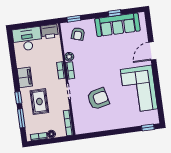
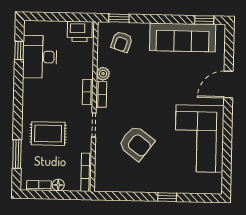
window: (115, 13) -> (204, 20), moved
desk: (27, 39) -> (40, 57), moved, turned -90
filing cabinet: (25, 77) -> (32, 94), removed
window: (18, 98) -> (19, 50), moved
armchair: (98, 99) -> (136, 143), turned 50
rug: (39, 102) -> (48, 134), turned 90
window: (148, 128) -> (167, 197), moved

